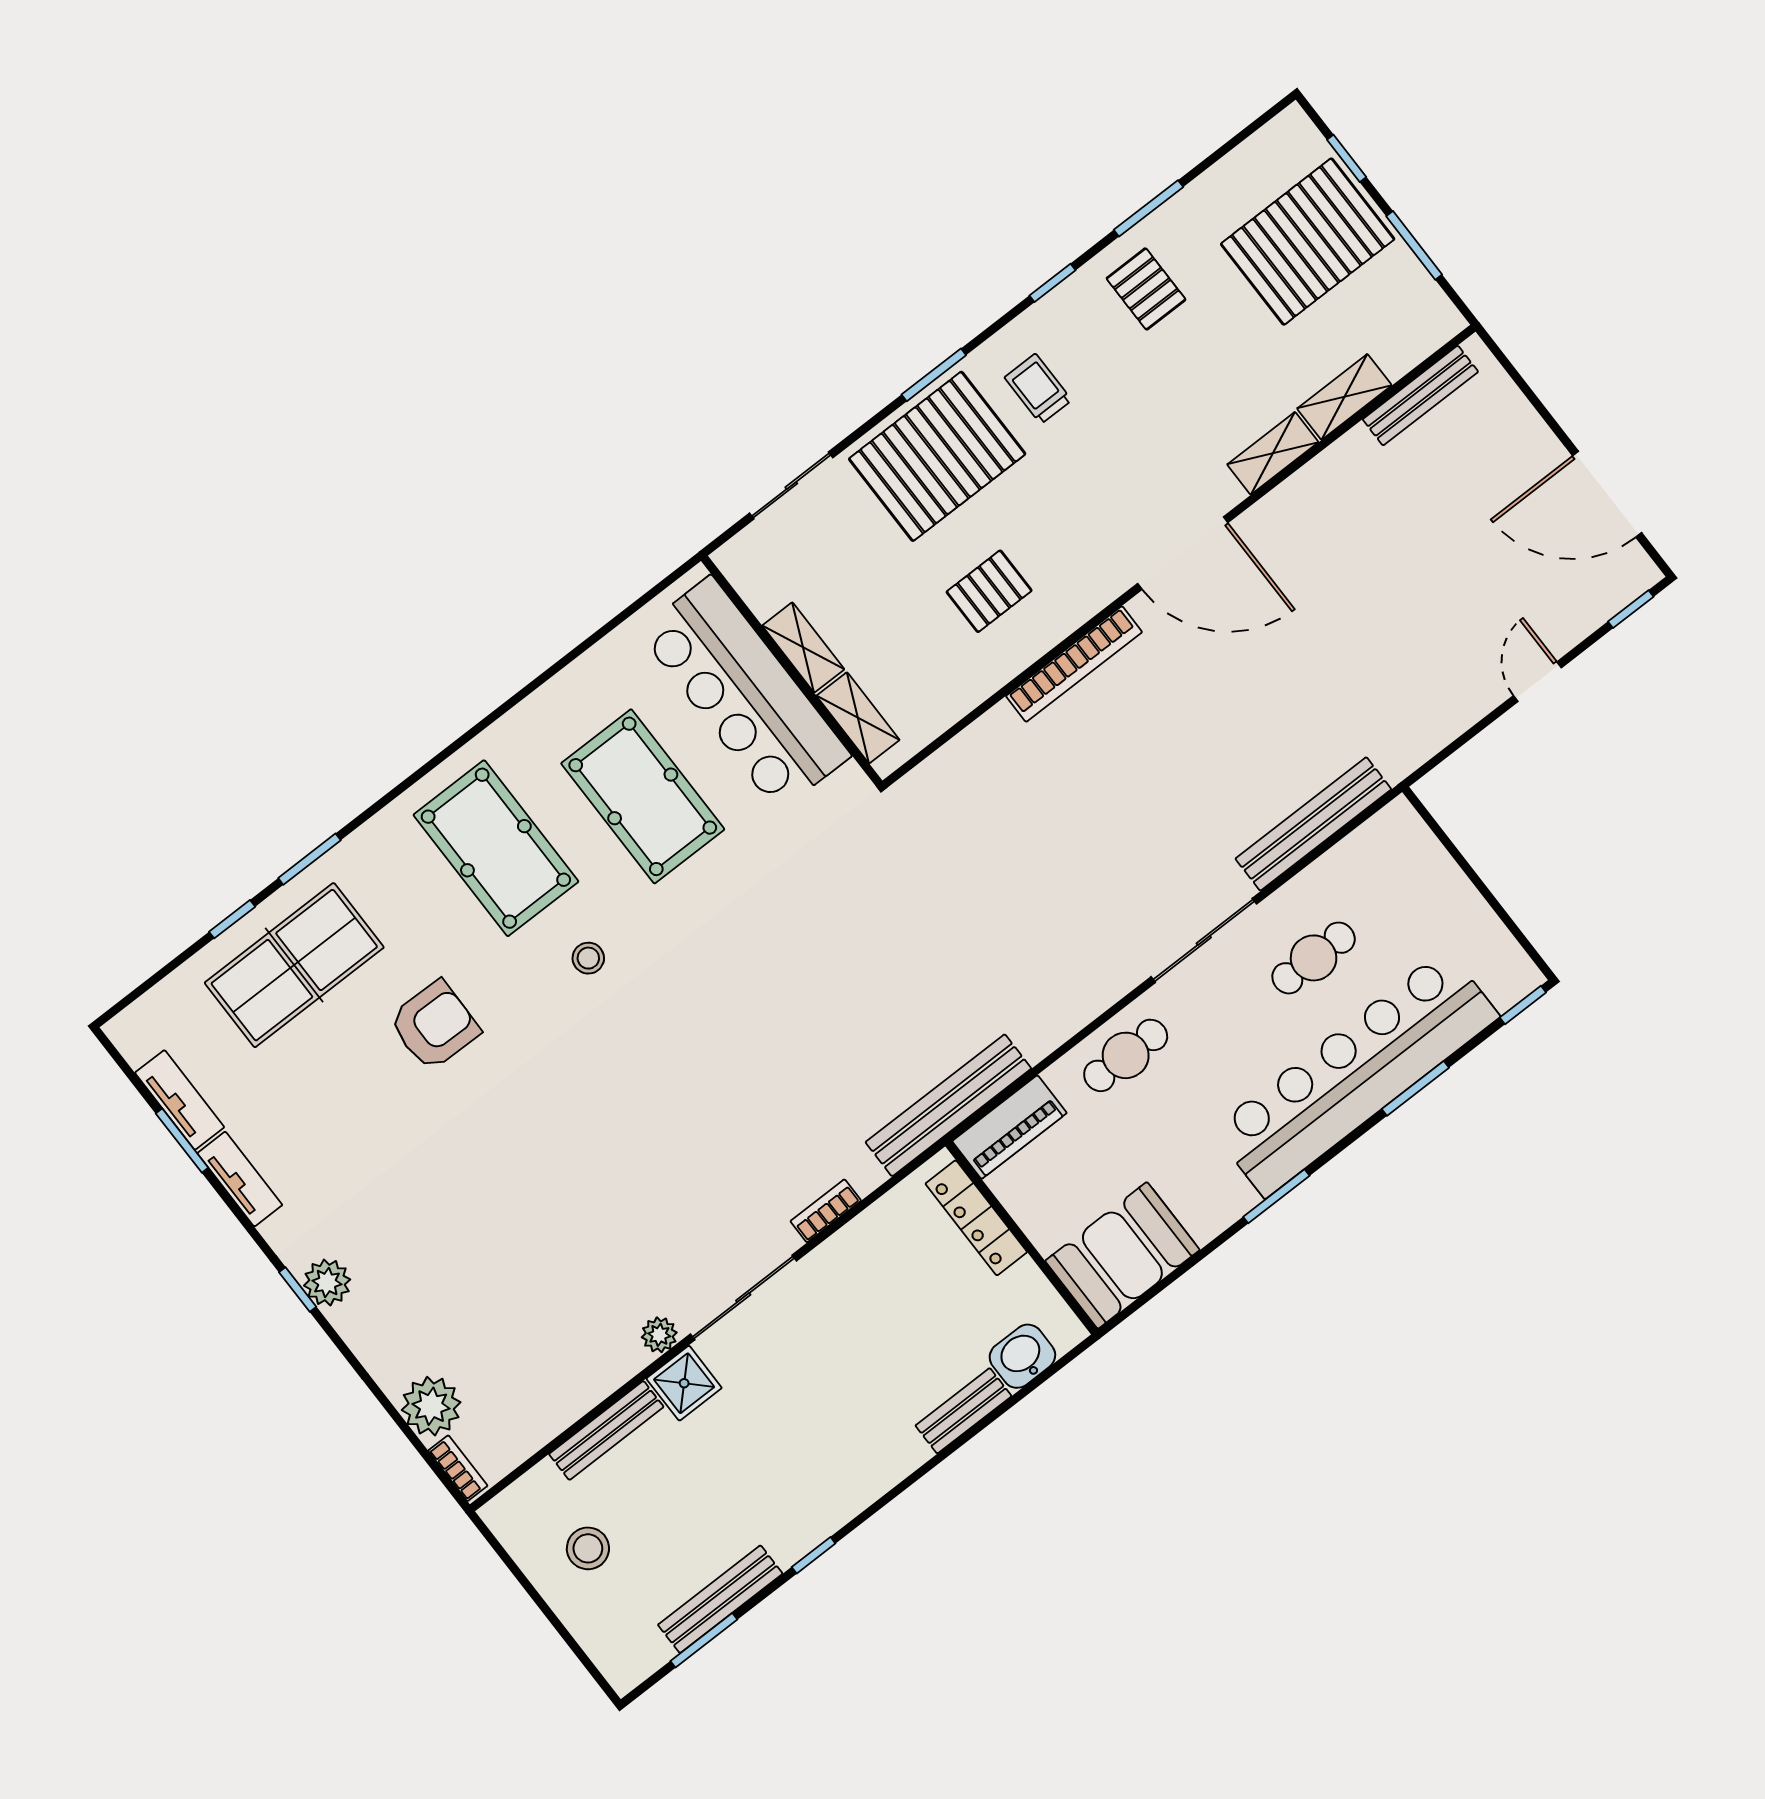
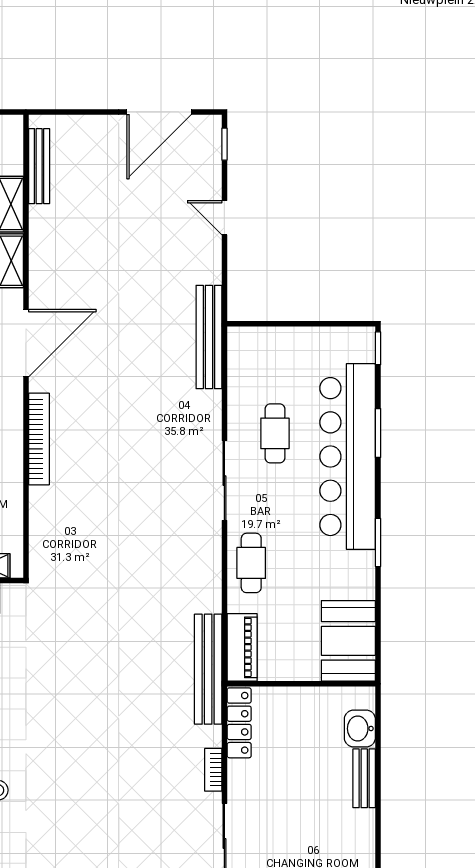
bench: (1313, 824) -> (209, 337), moved
locker: (976, 1218) -> (239, 723), moved, turned -90

